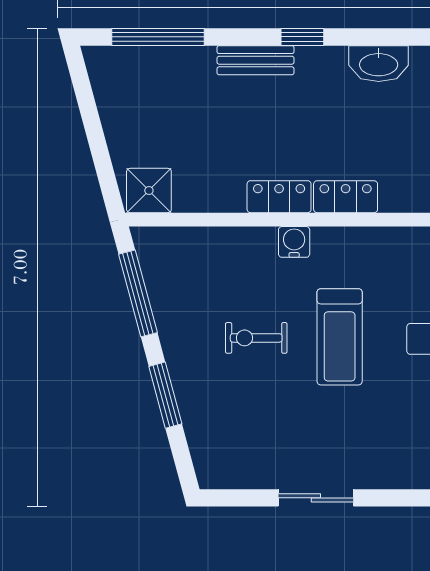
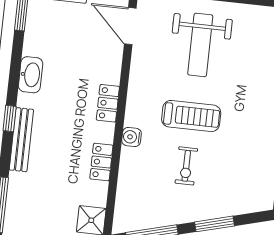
bench: (255, 60) -> (21, 140), width x1.36
locker: (279, 197) -> (101, 162), moved

